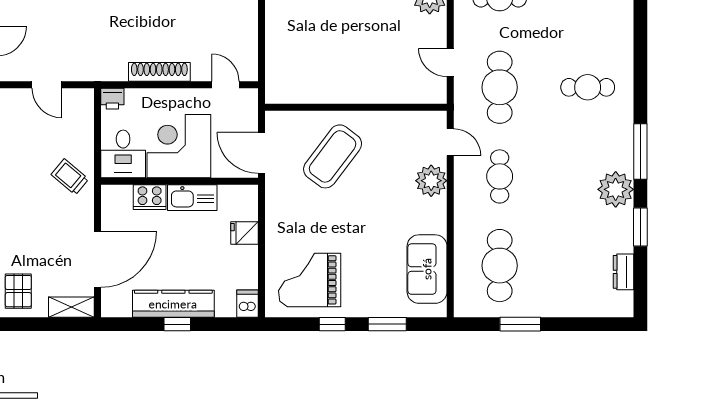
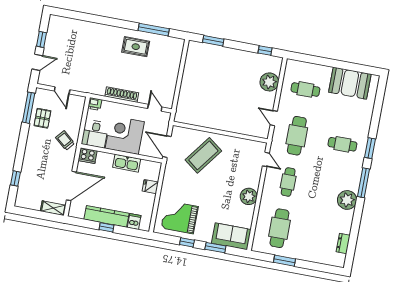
plant: (431, 181) -> (249, 196), moved
cooker: (150, 197) -> (88, 156), moved
window: (640, 227) -> (370, 148), moved
sofa: (427, 269) -> (231, 236), moved, turned 90
pallet: (18, 291) -> (42, 118), moved
dishwasher: (247, 304) -> (134, 221), moved

